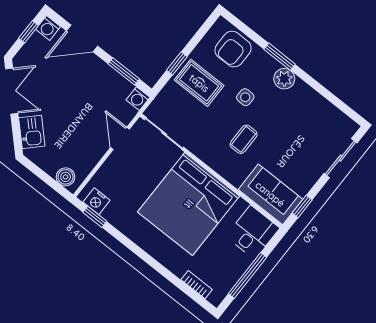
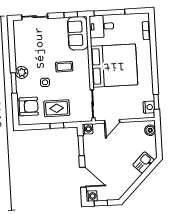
rug: (199, 83) -> (57, 108), turned 90
double door: (12, 91) -> (133, 187), removed
window: (247, 275) -> (109, 12), moved

